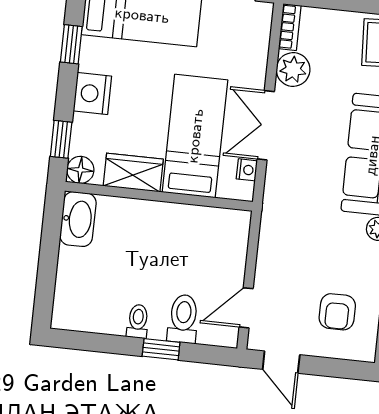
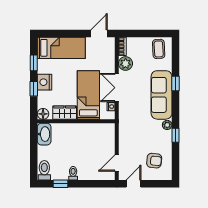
window: (61, 139) -> (34, 89), moved
armchair: (337, 312) -> (154, 161), turned -84
toilet: (183, 319) -> (44, 170), moved
window: (161, 349) -> (60, 184), moved
door: (281, 362) -> (133, 184), swing flipped

